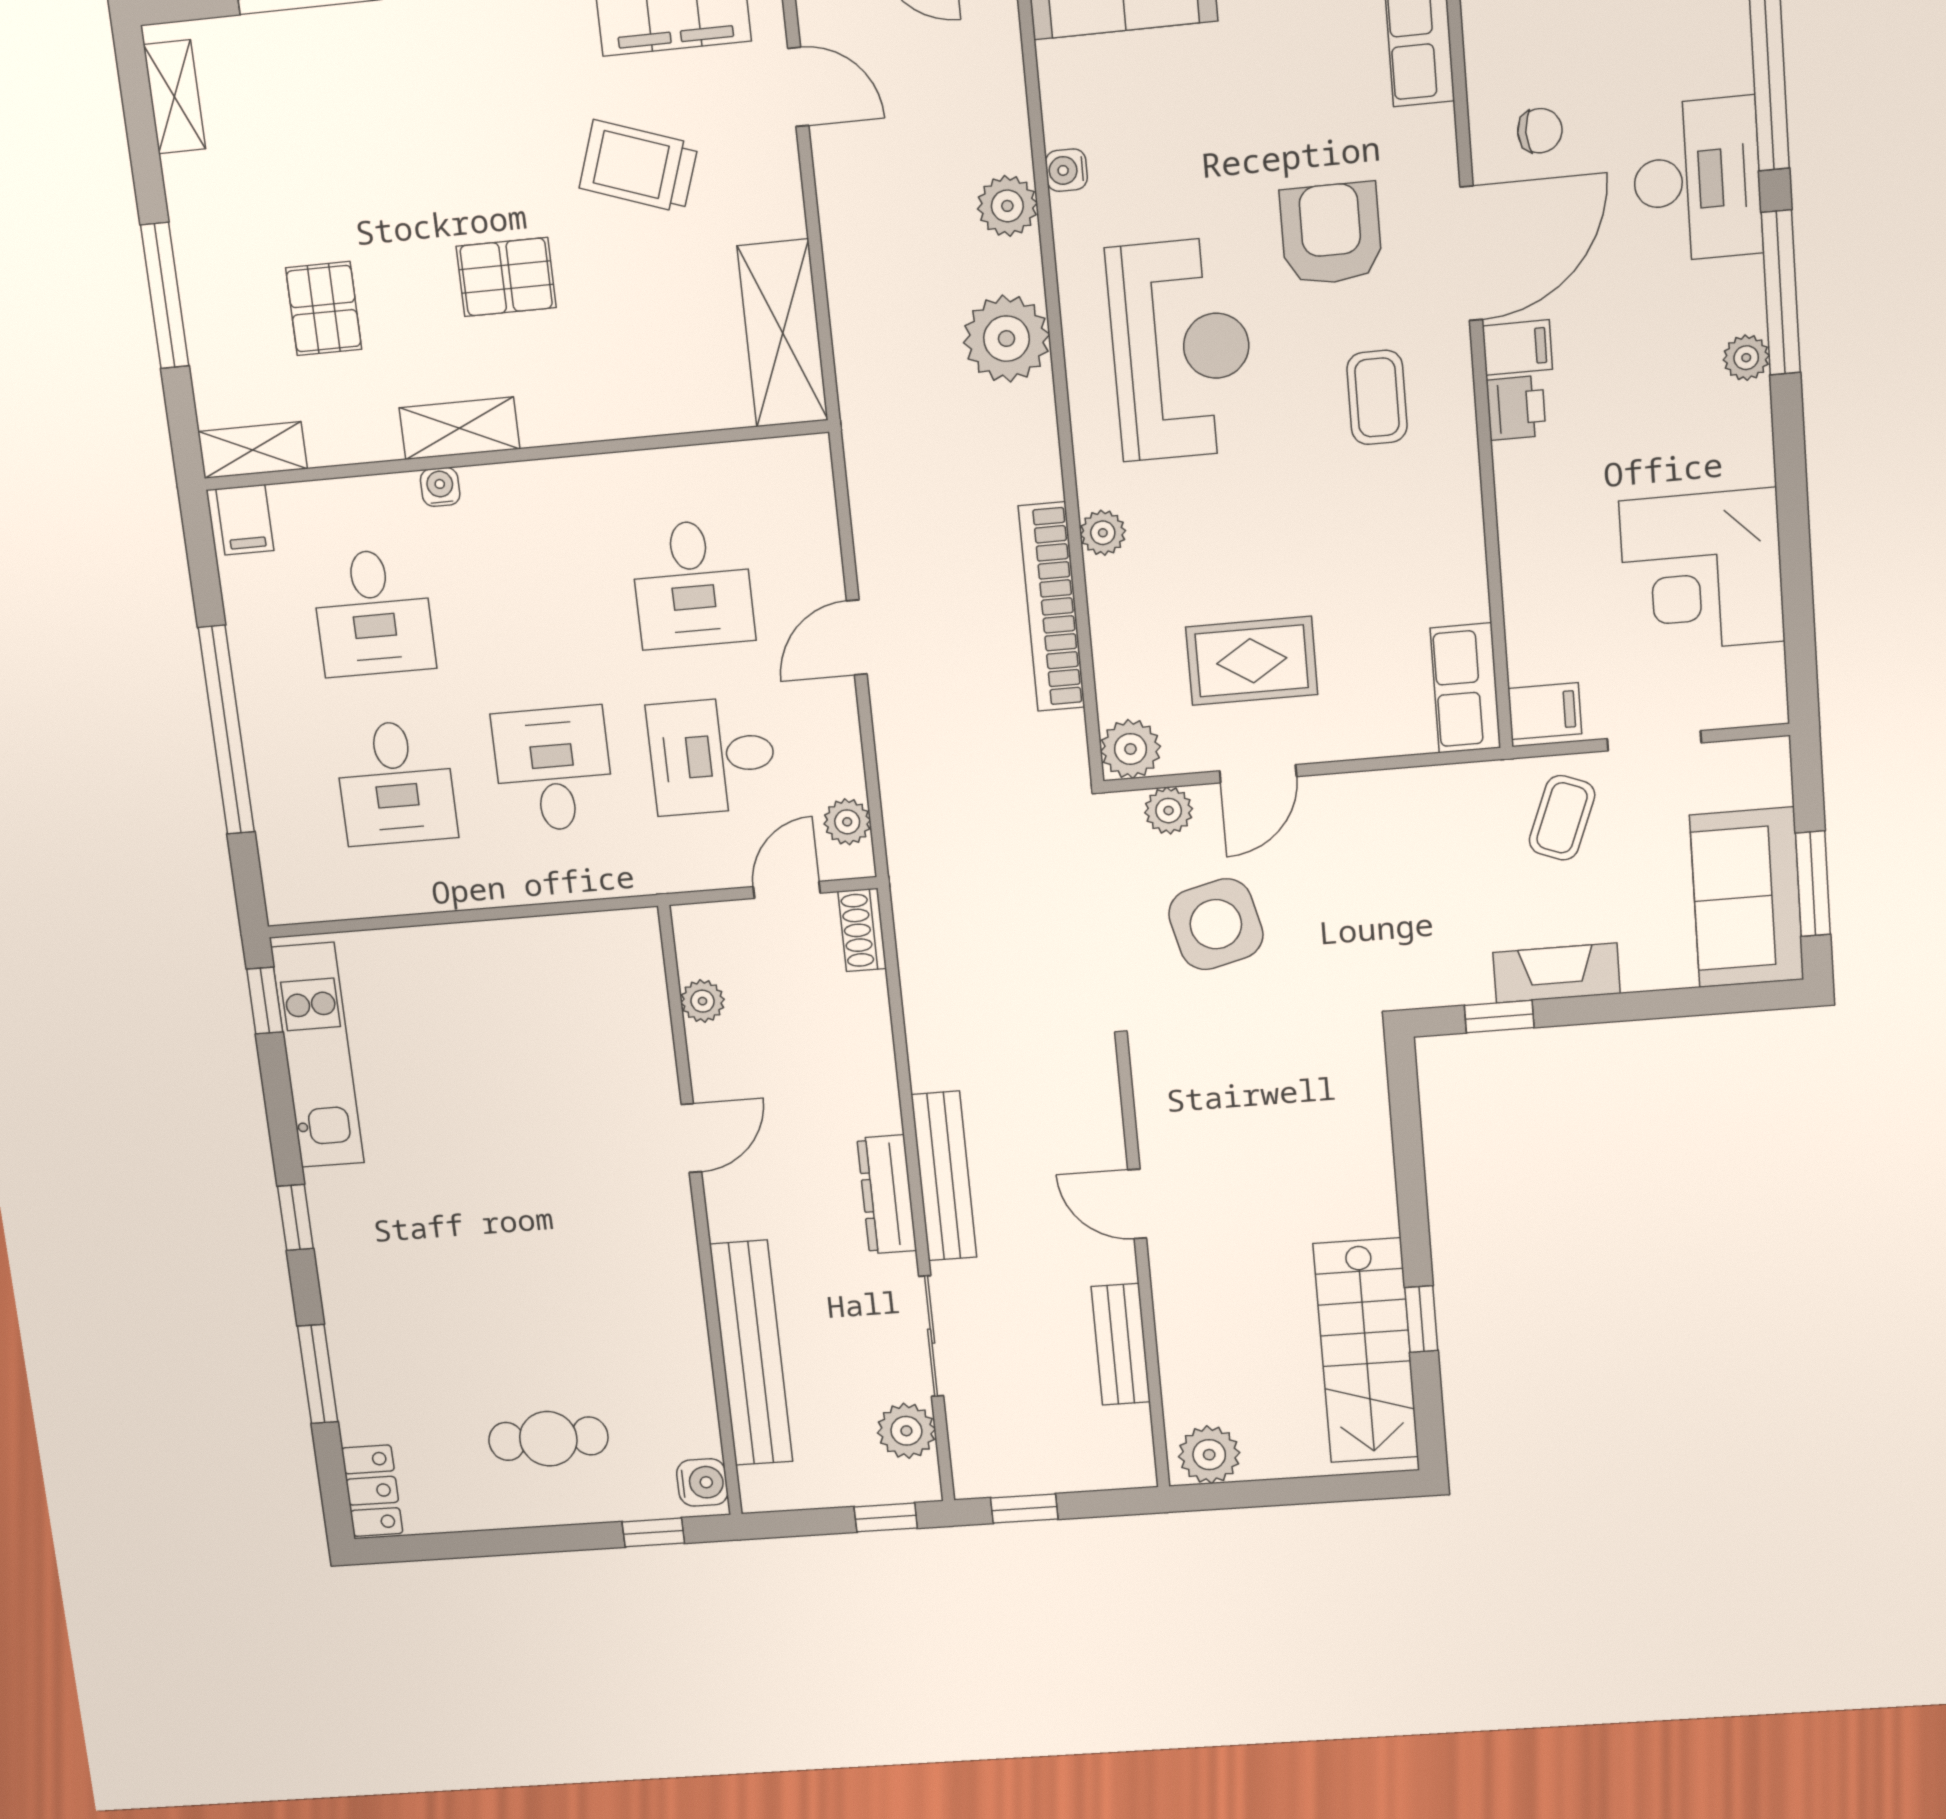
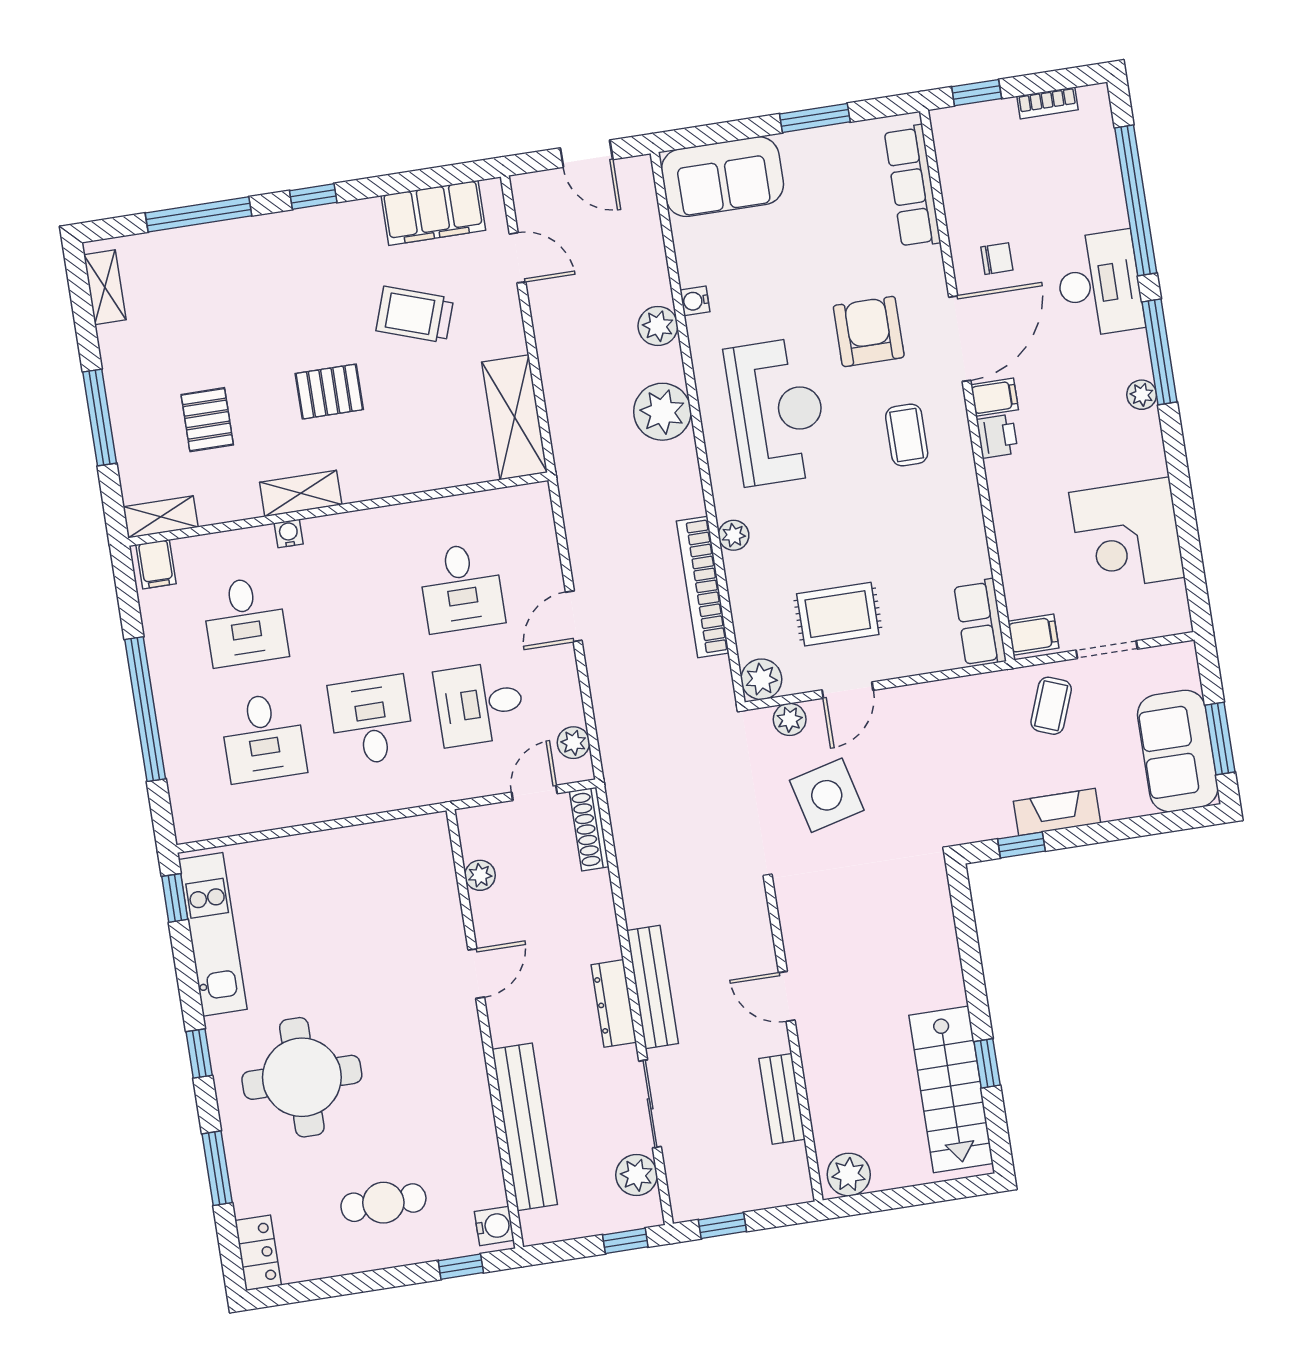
shoe rack: (862, 930) -> (589, 829), width x1.43
round table: (439, 1261) -> (302, 1077), added

